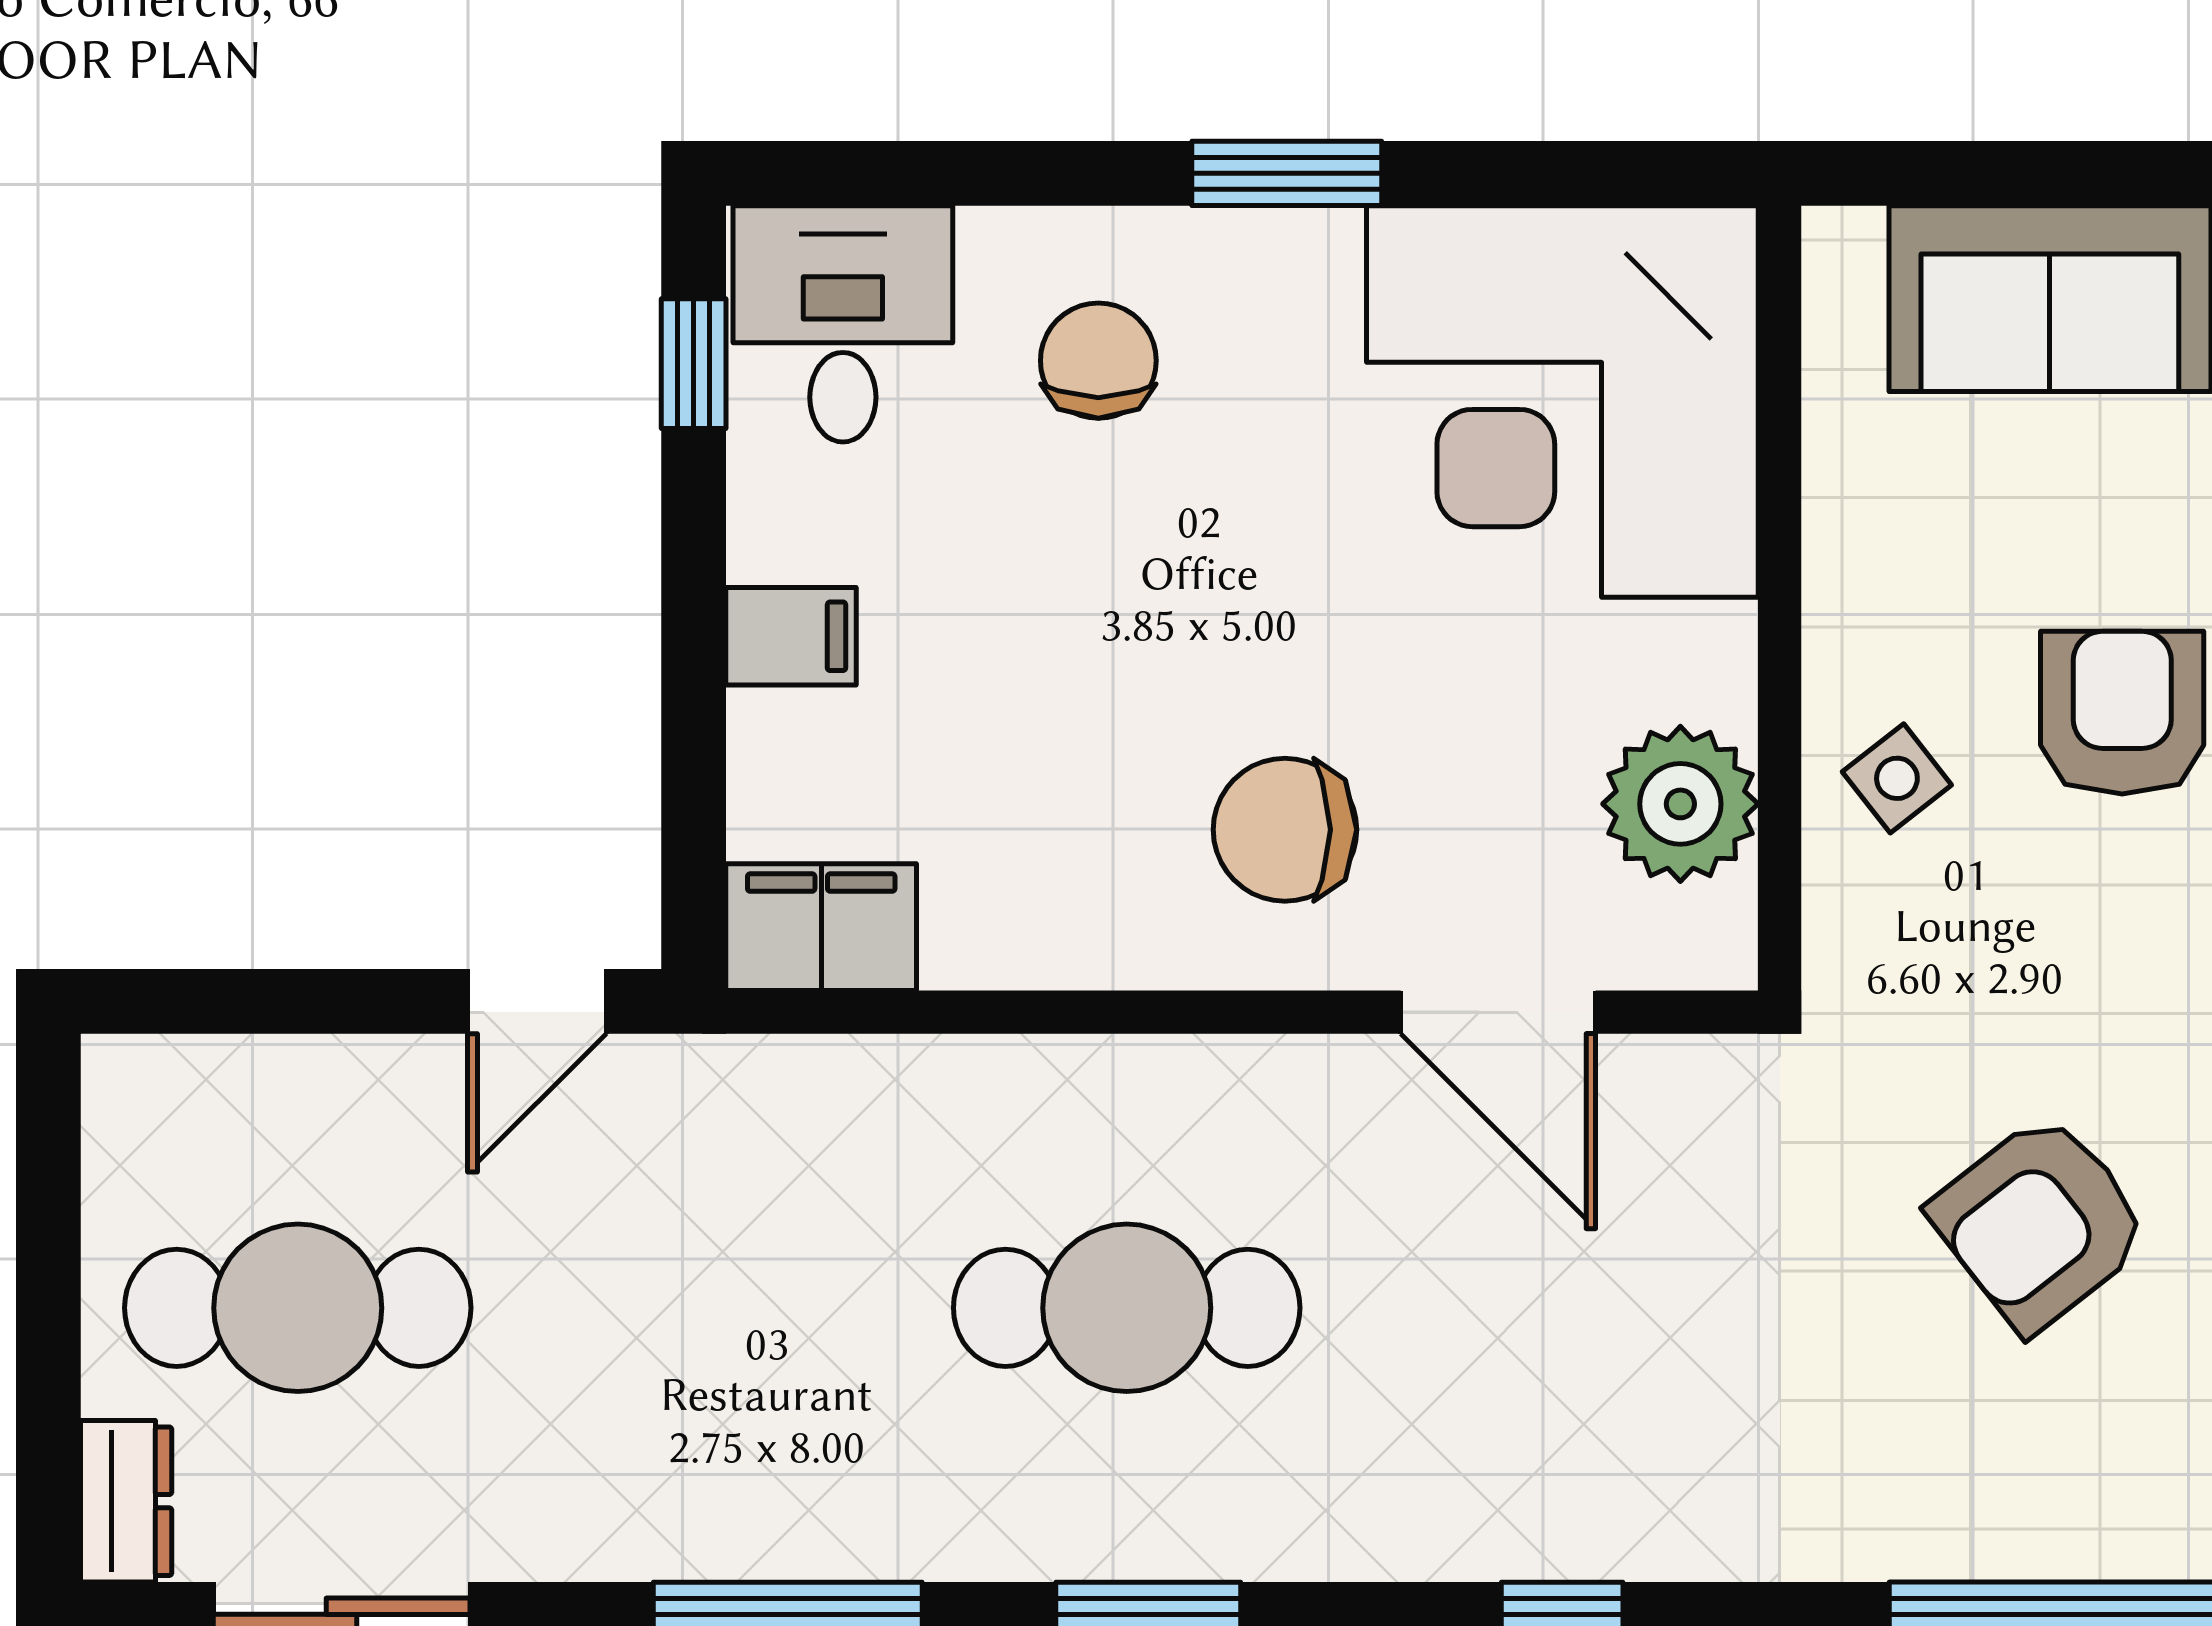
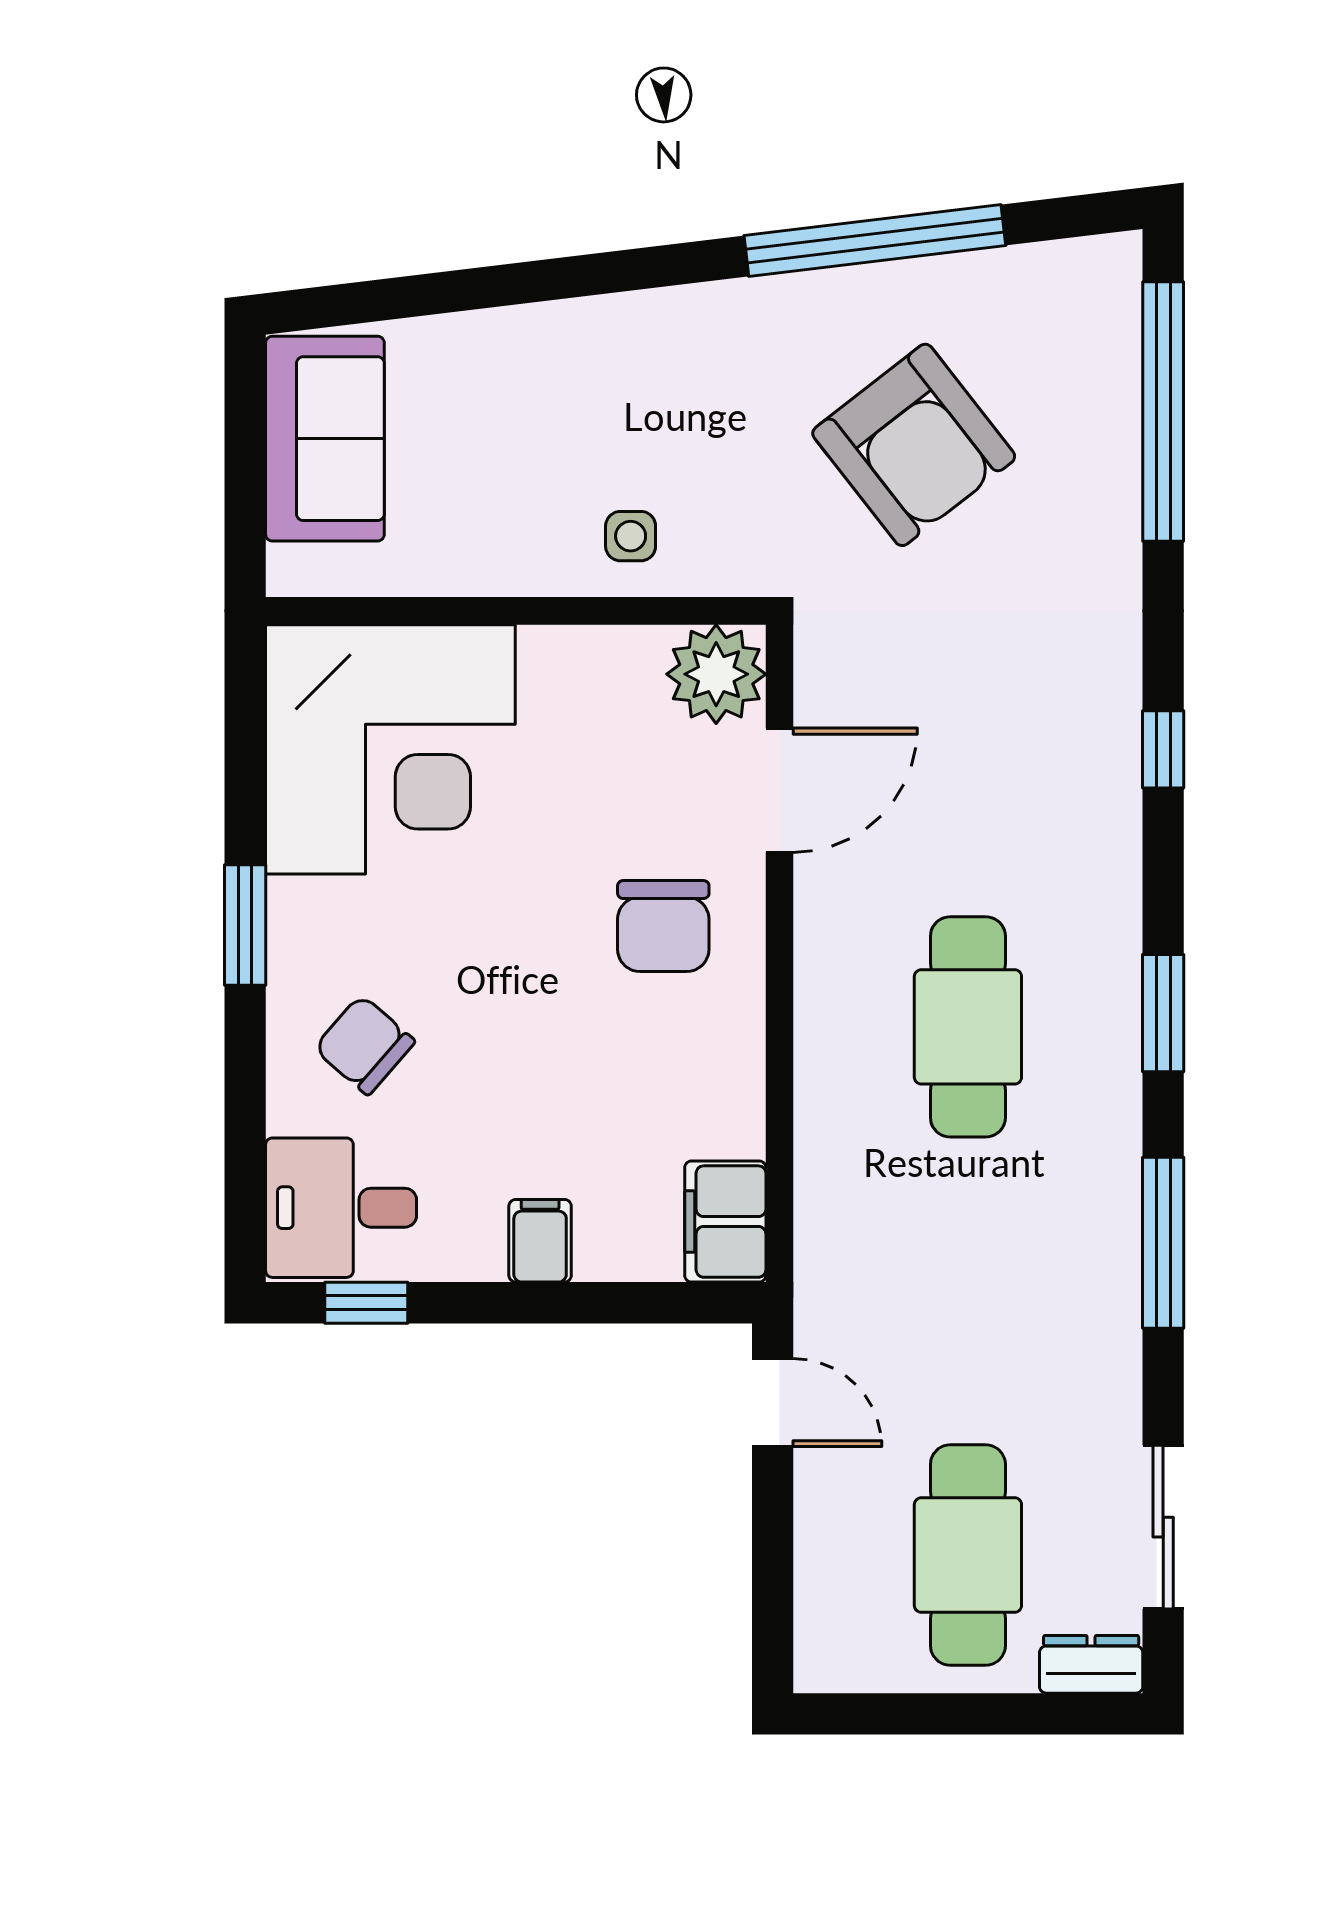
chair: (1098, 361) -> (364, 1045), turned 41
armchair: (2122, 713) -> (589, 393), removed
side table: (1897, 778) -> (631, 536), turned 38
plant: (1680, 804) -> (716, 674), moved
armchair: (2040, 1223) -> (914, 445), width x1.36, depth x1.36

